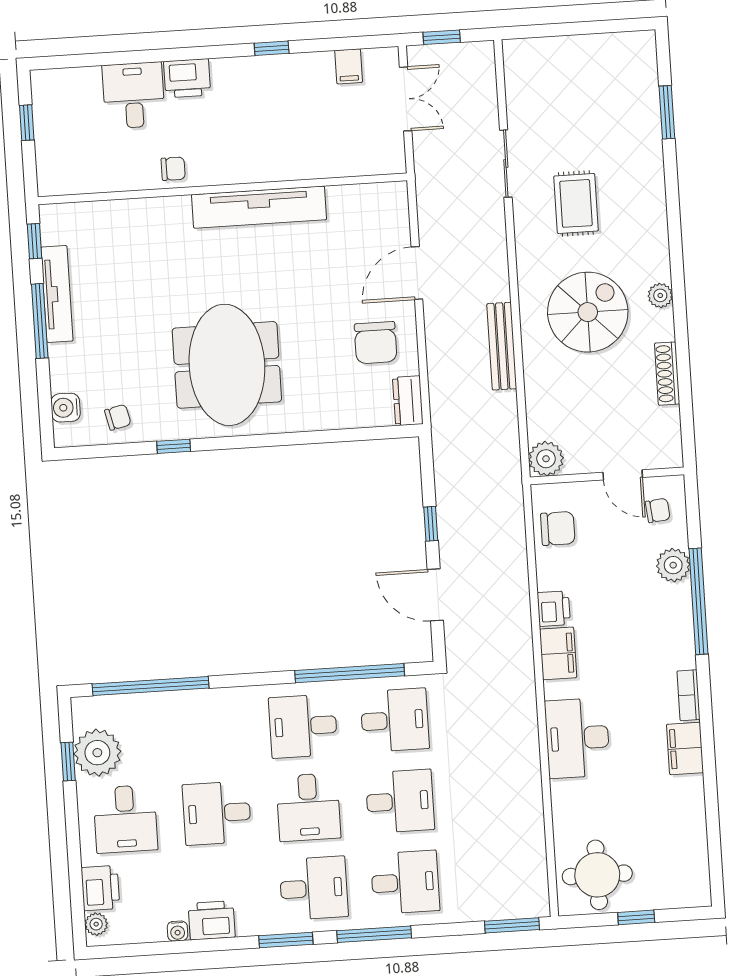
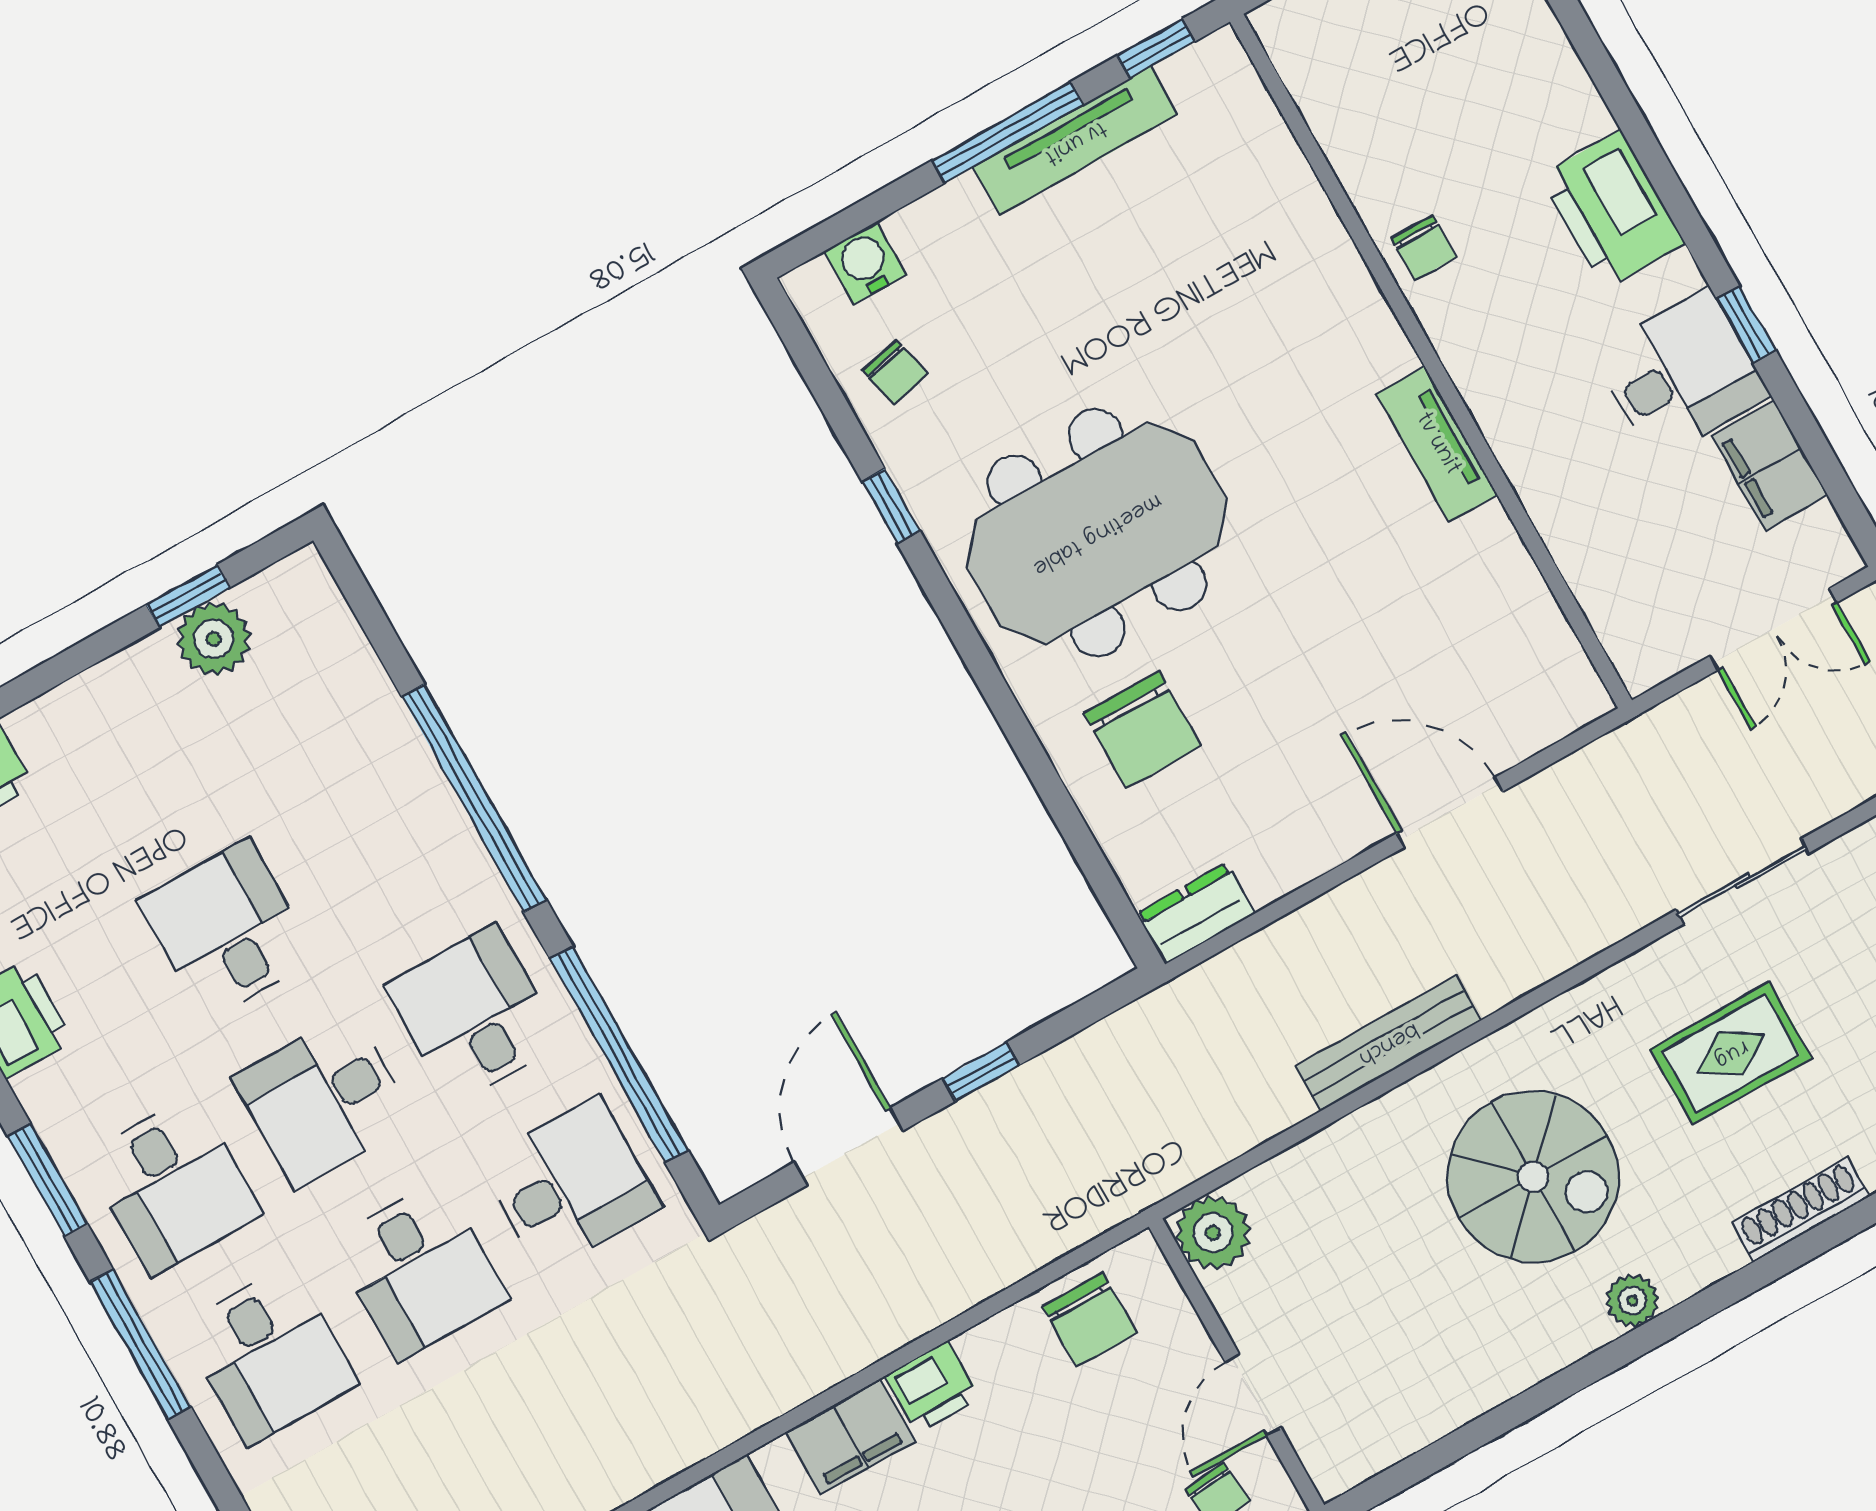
filing cabinet: (349, 66) -> (1770, 466), width x2.00
printer: (187, 78) -> (1612, 210), width x1.37, depth x1.19
desk: (134, 95) -> (1681, 375), moved
tv unit: (259, 207) -> (1437, 444), width x0.52, depth x0.78
chair: (376, 343) -> (1142, 730), moved, turned -90
shoe rack: (667, 374) -> (1801, 1210), moved
window: (151, 686) -> (474, 798), moved
desk: (395, 720) -> (570, 1185), turned -90
plant: (97, 753) -> (214, 639), width x0.73, depth x0.73
desk: (125, 819) -> (131, 760), removed

